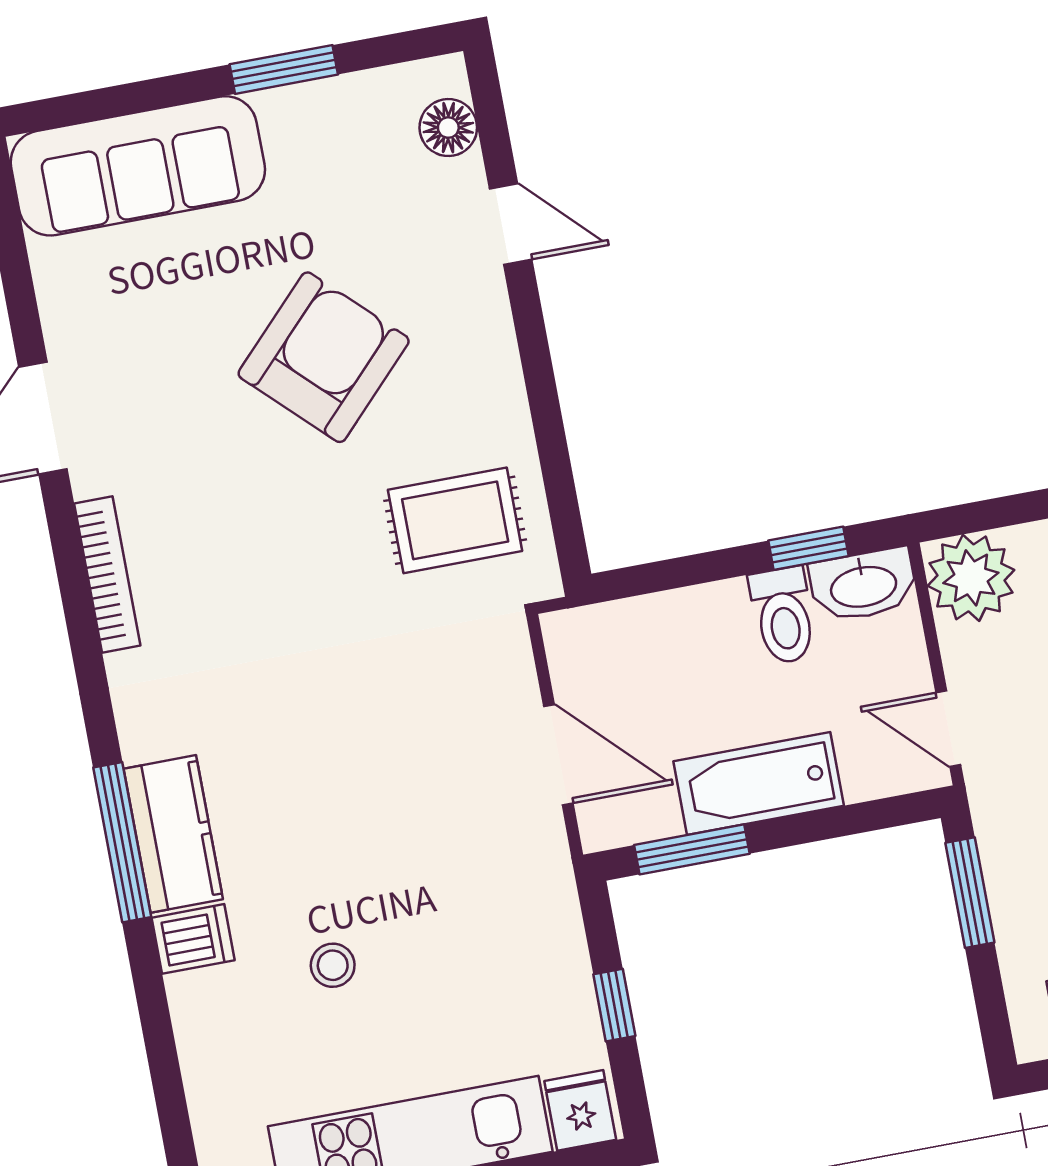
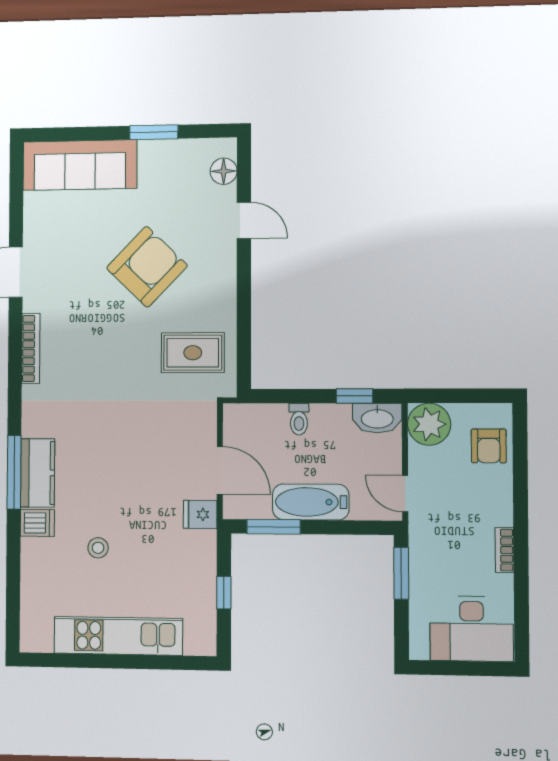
toilet: (783, 615) -> (299, 419), moved, width x0.73, depth x0.72
fridge: (580, 1110) -> (200, 514), moved, turned -90

